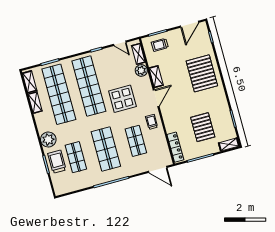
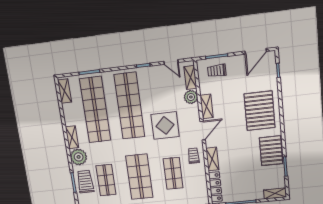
shelving: (35, 103) -> (72, 137), moved
shelving: (169, 122) -> (212, 159), added
pallet: (203, 127) -> (271, 151), moved

